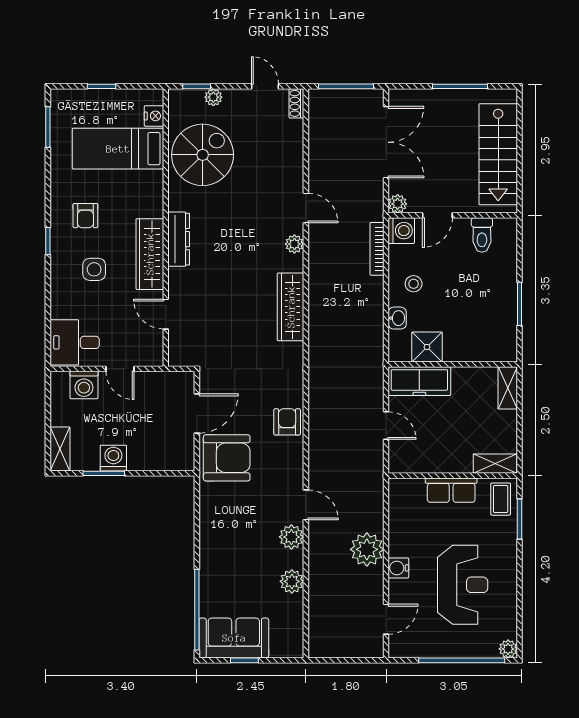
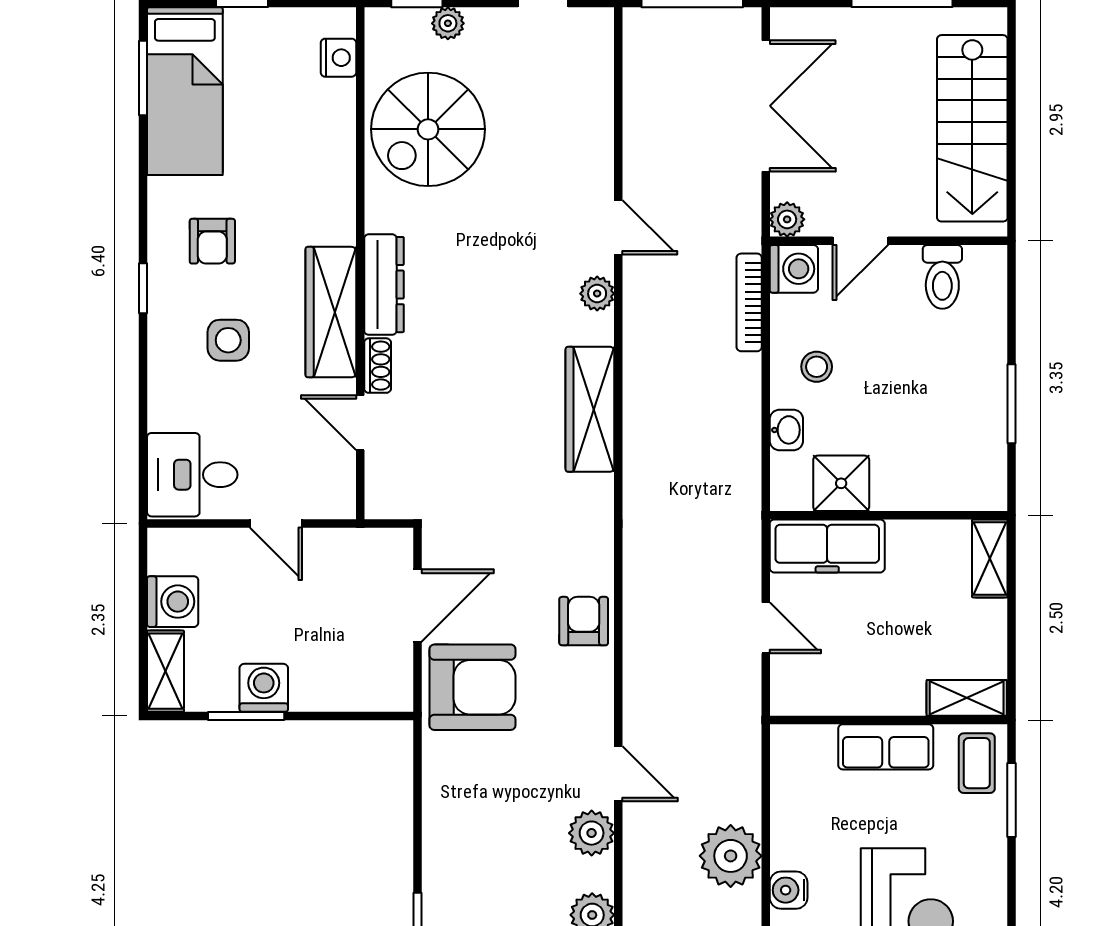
shoe rack: (296, 103) -> (378, 366), moved, turned 180
bed: (118, 149) -> (185, 91), moved, turned -90
spiral stairs: (203, 155) -> (428, 129), turned 180
washing machine: (84, 385) -> (173, 602), moved, turned -90

